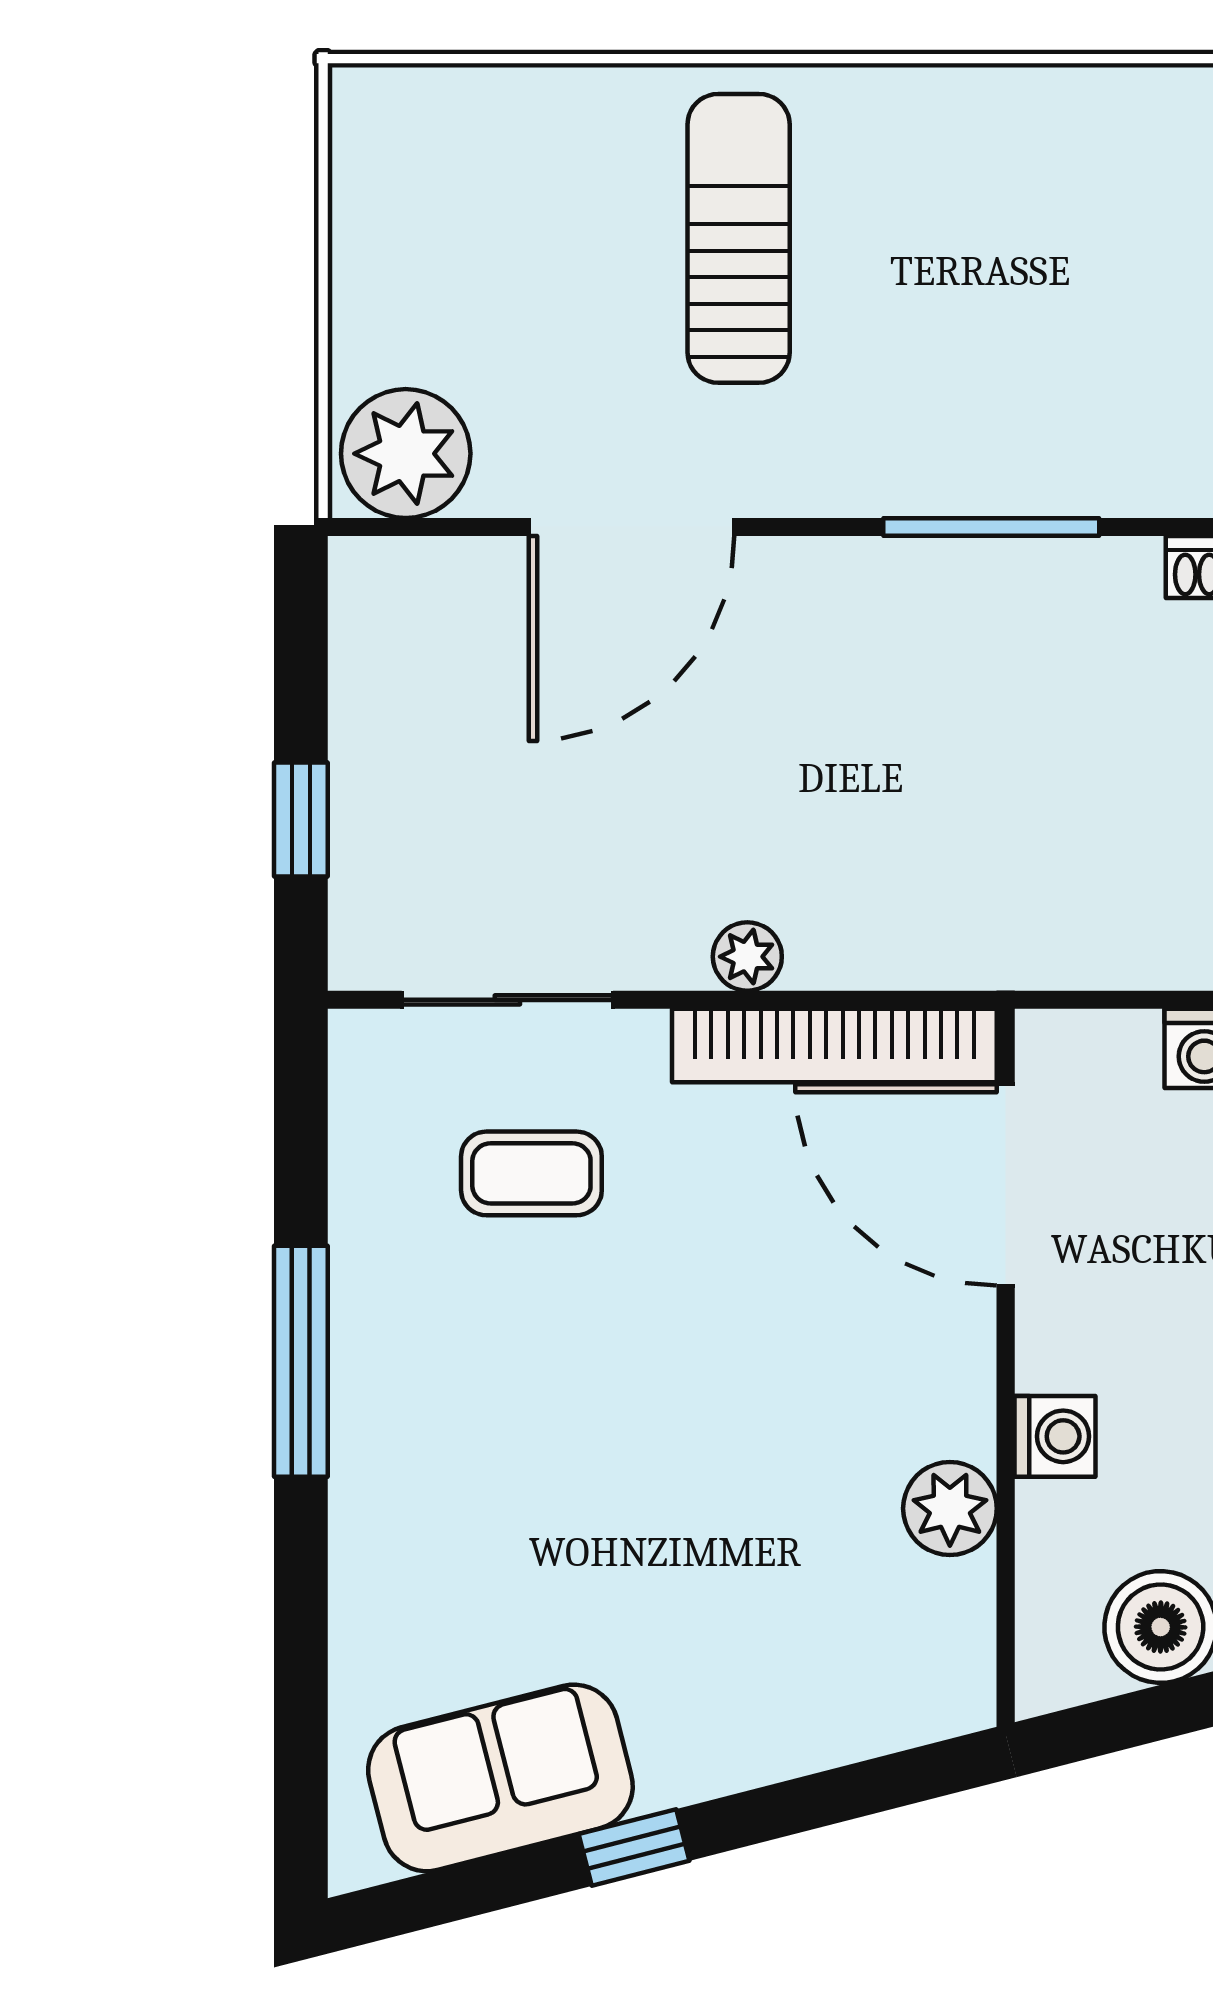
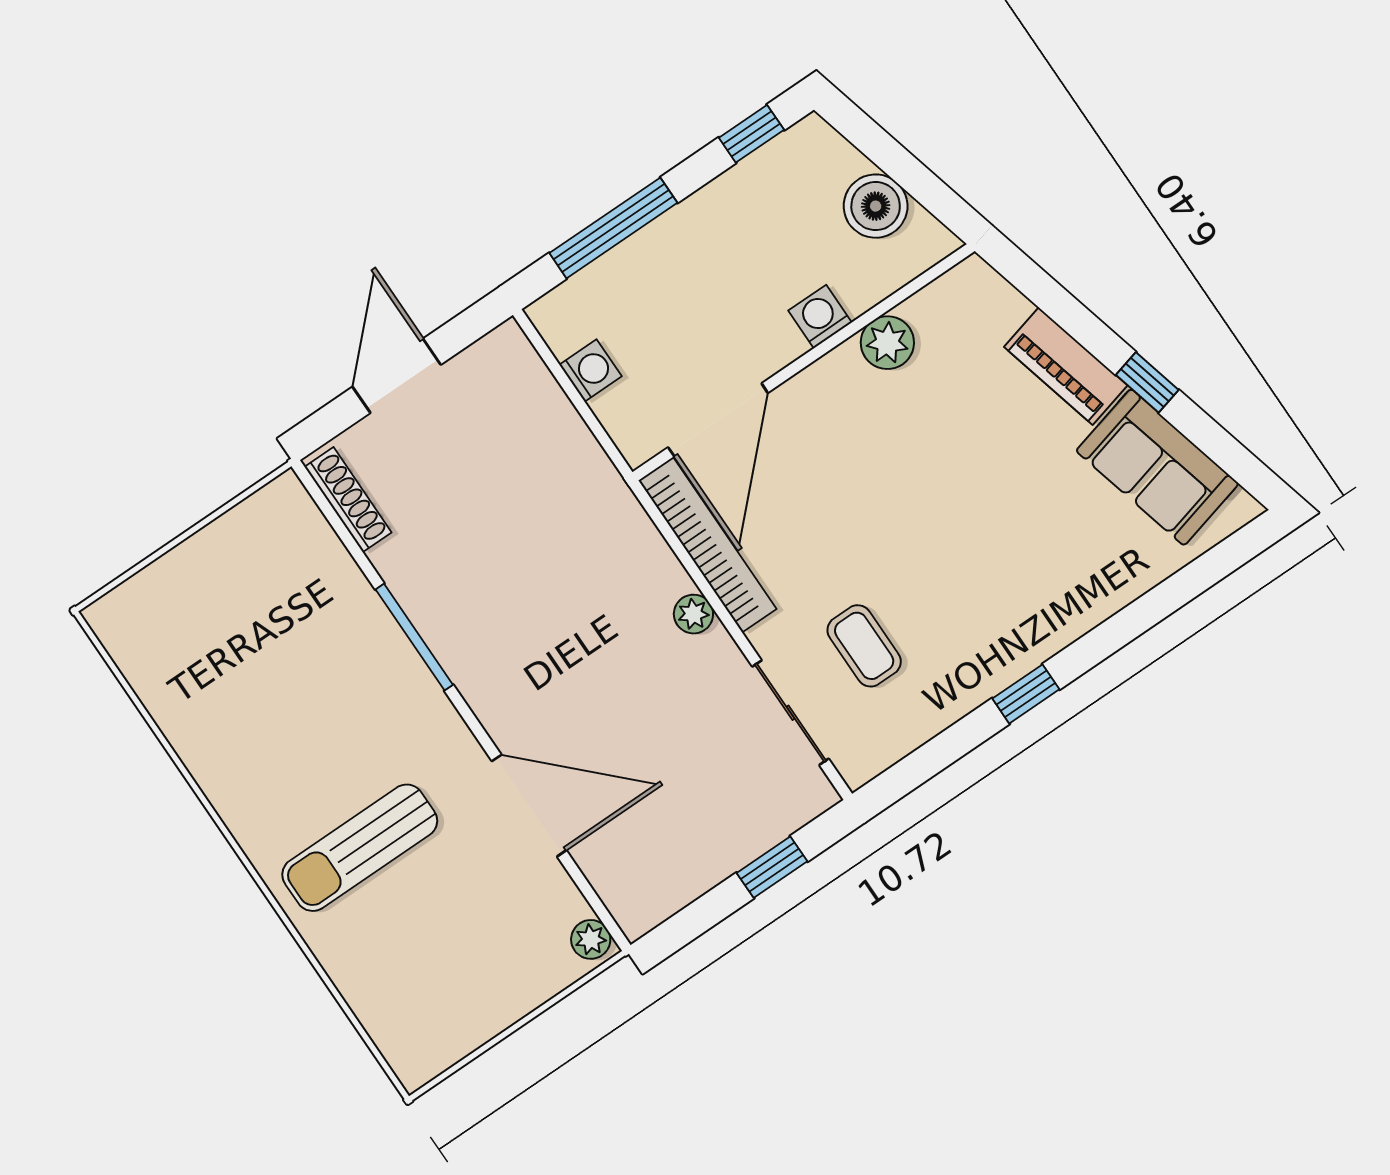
plant: (406, 454) -> (591, 939), width x0.53, depth x0.53
window: (301, 1361) -> (1026, 694), width x0.46
piano: (739, 1745) -> (1066, 366), added

